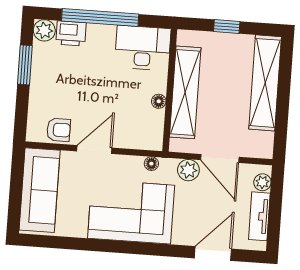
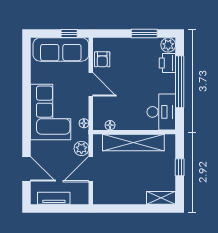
shelving: (265, 83) -> (161, 198), width x0.45, depth x0.75
floor lamp: (159, 101) -> (110, 125), moved
window: (17, 176) -> (69, 34), added
plant: (262, 182) -> (77, 199), removed

